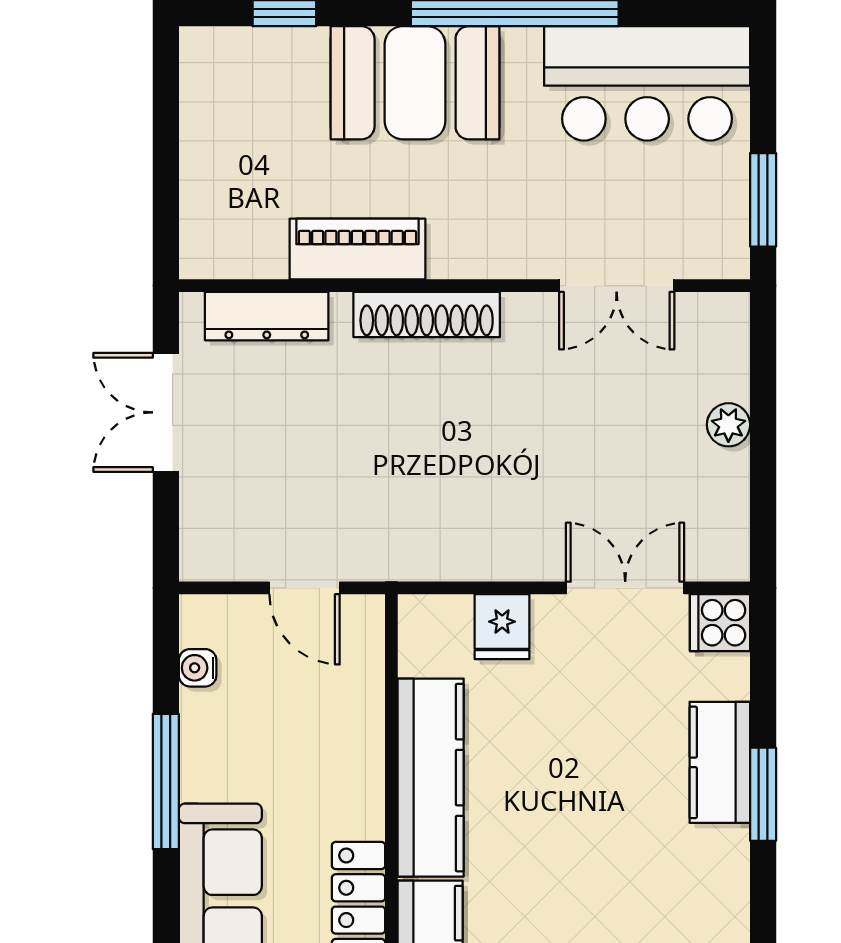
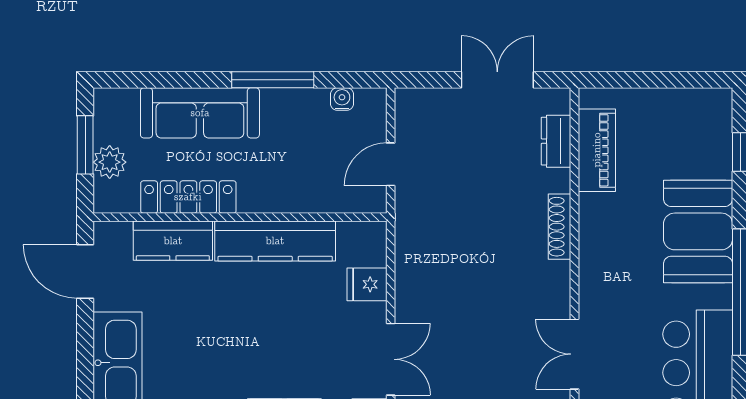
piano: (357, 249) -> (597, 150), moved
shoe rack: (427, 315) -> (560, 227), width x0.74, depth x0.81
dresser: (267, 316) -> (556, 141), width x0.70

